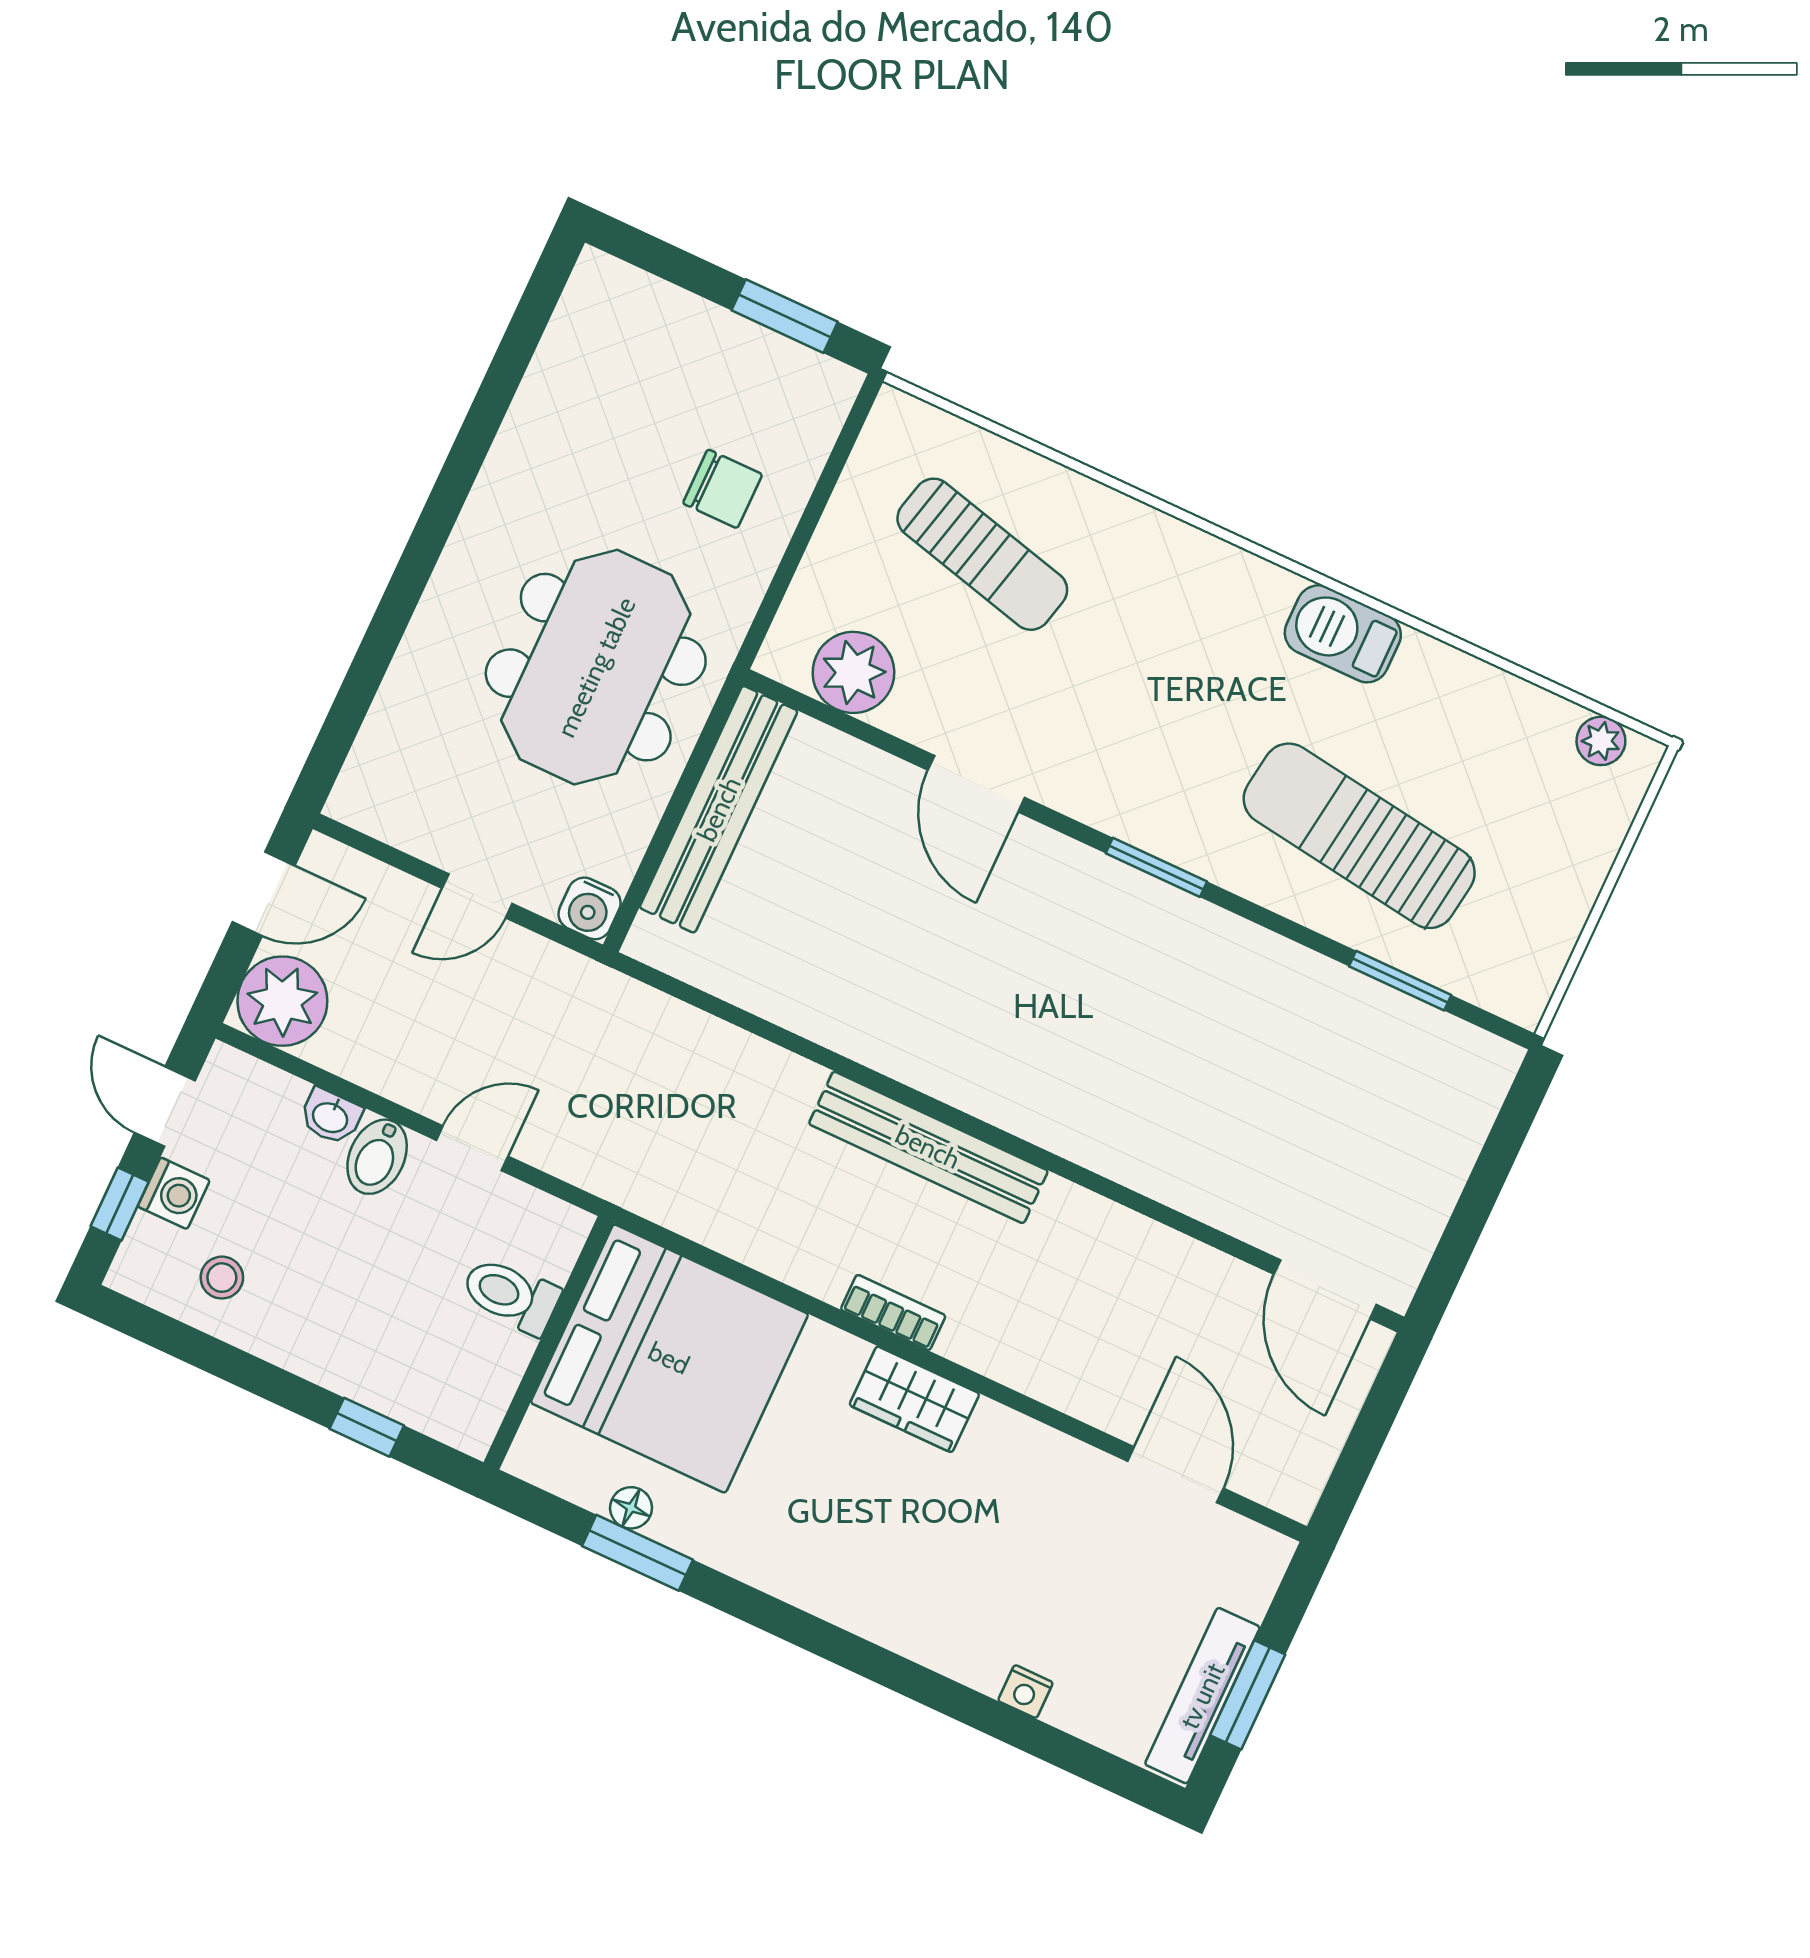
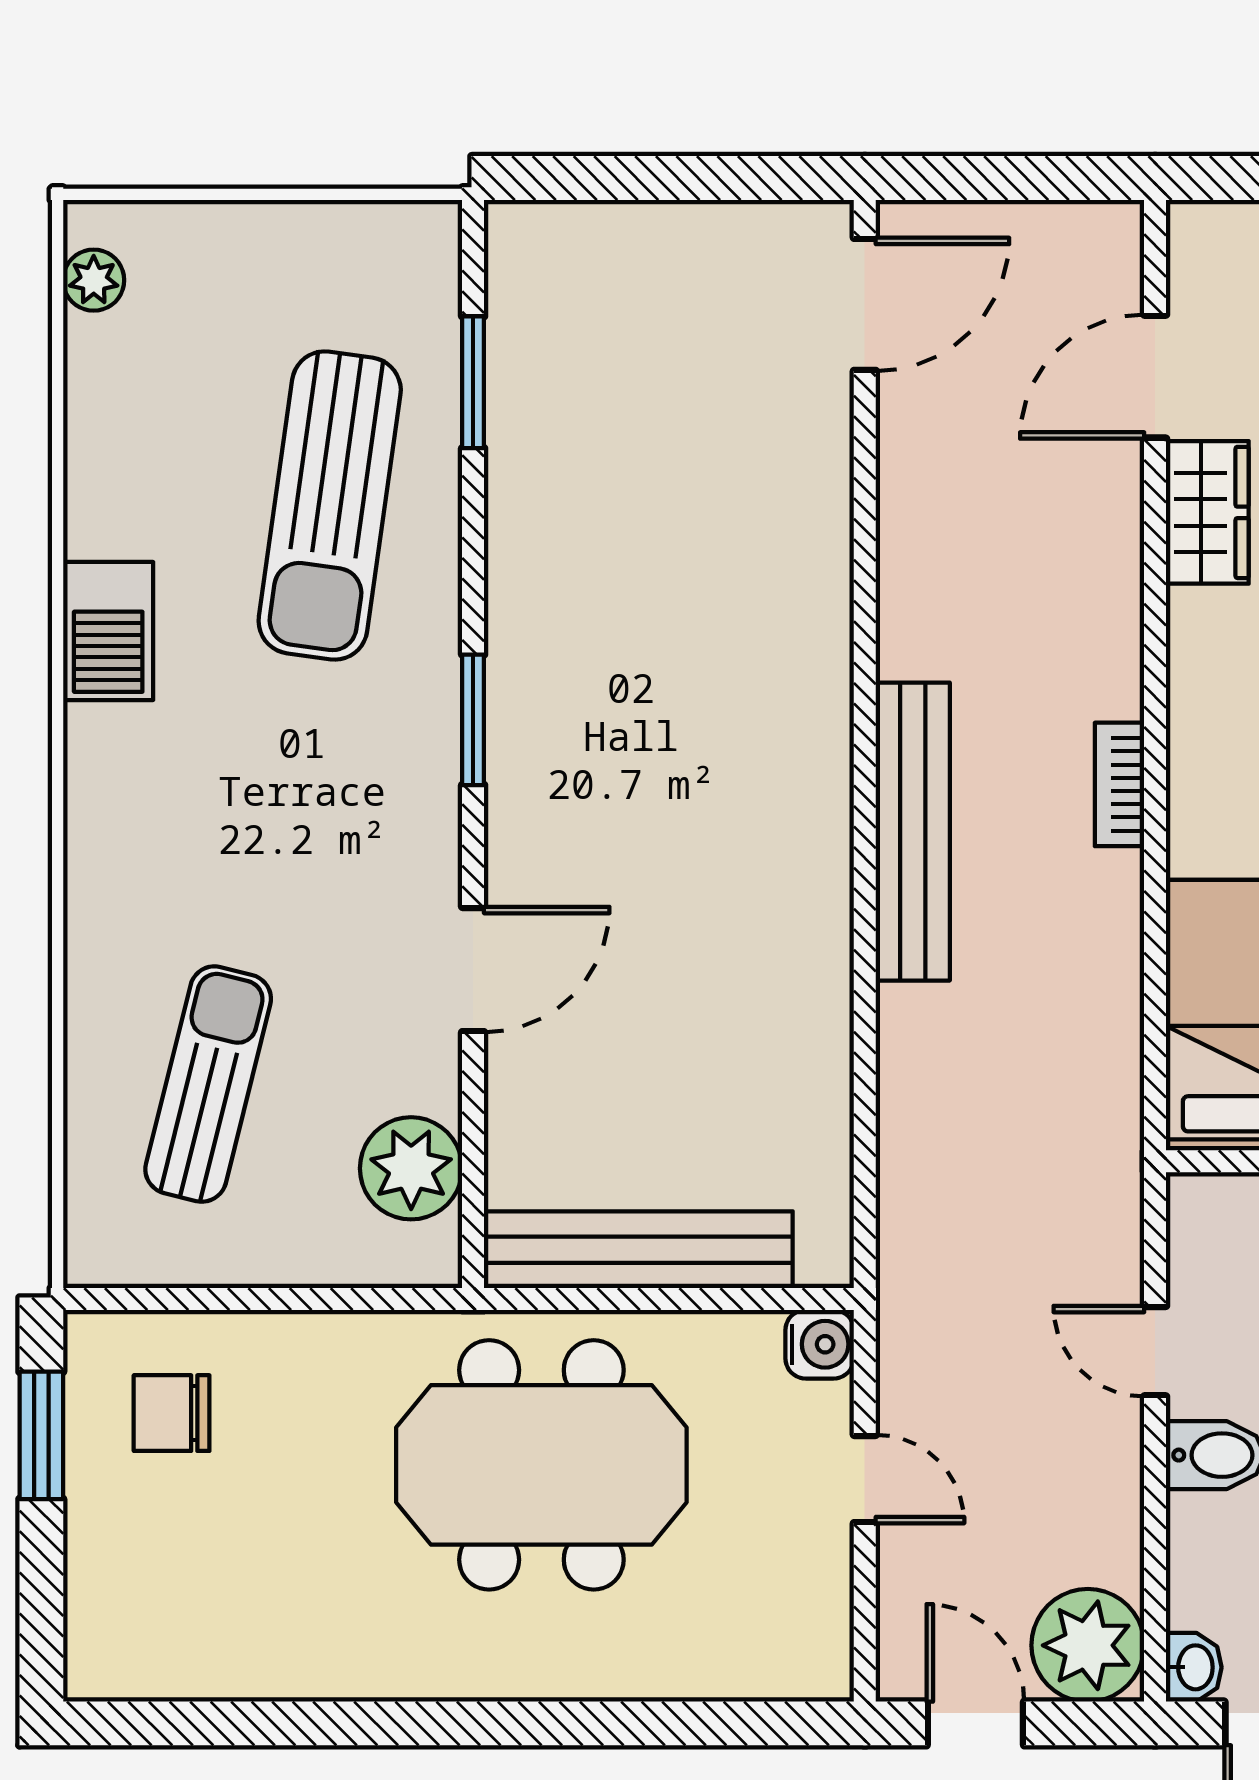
chair: (723, 489) -> (172, 1413), moved, turned -90
washbasin: (331, 1116) -> (1194, 1667), moved
wardrobe: (914, 1399) -> (1207, 512), moved

